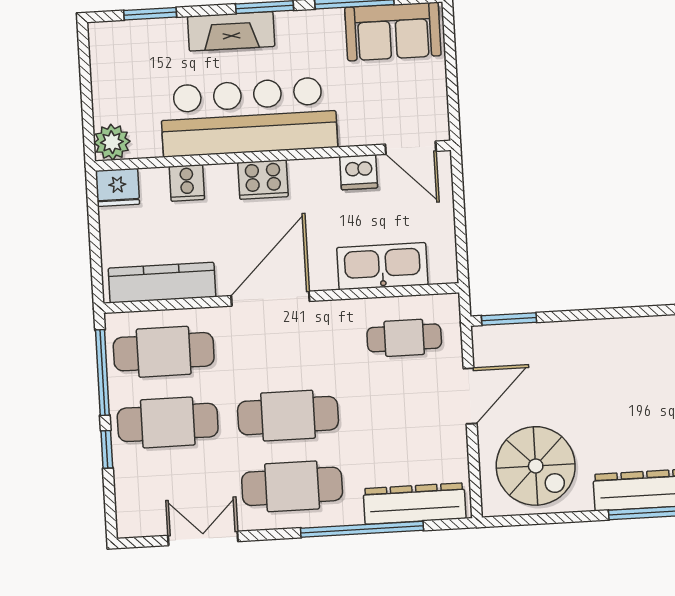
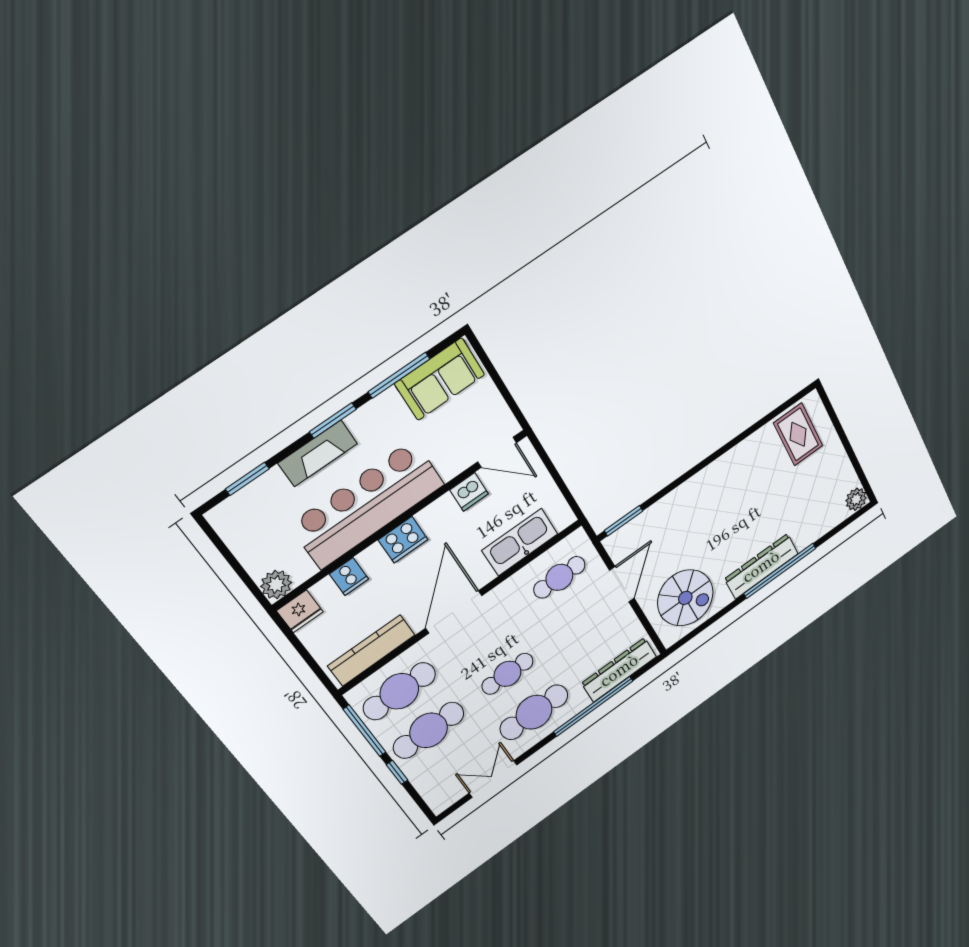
cafe table: (288, 416) -> (507, 674), width x0.73, depth x0.74

